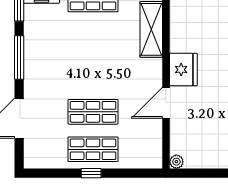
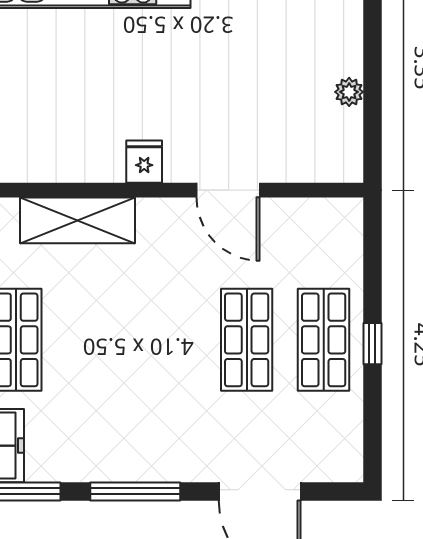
fridge: (183, 70) -> (144, 162), width x0.53, depth x0.75
plant: (176, 162) -> (349, 92), moved

